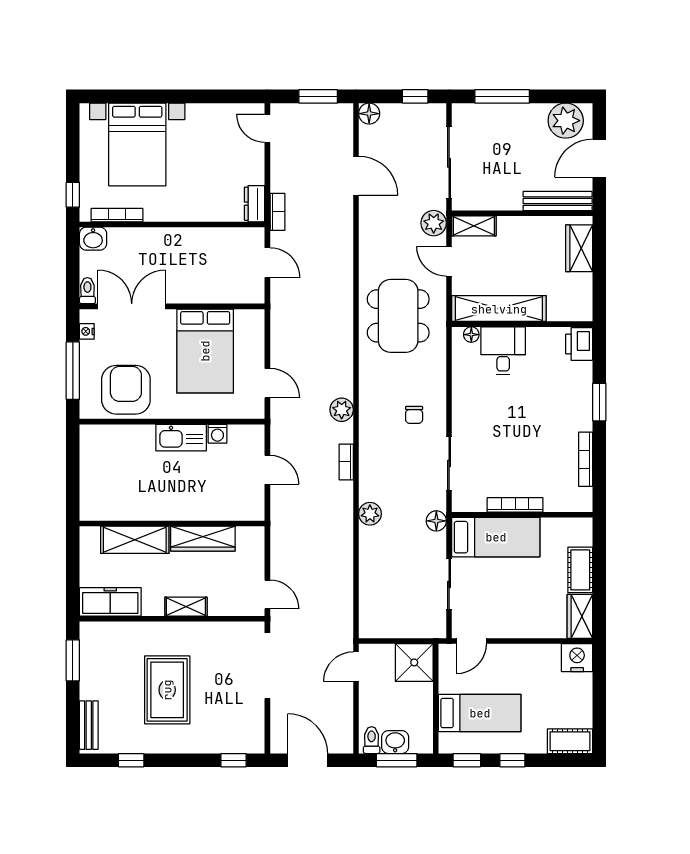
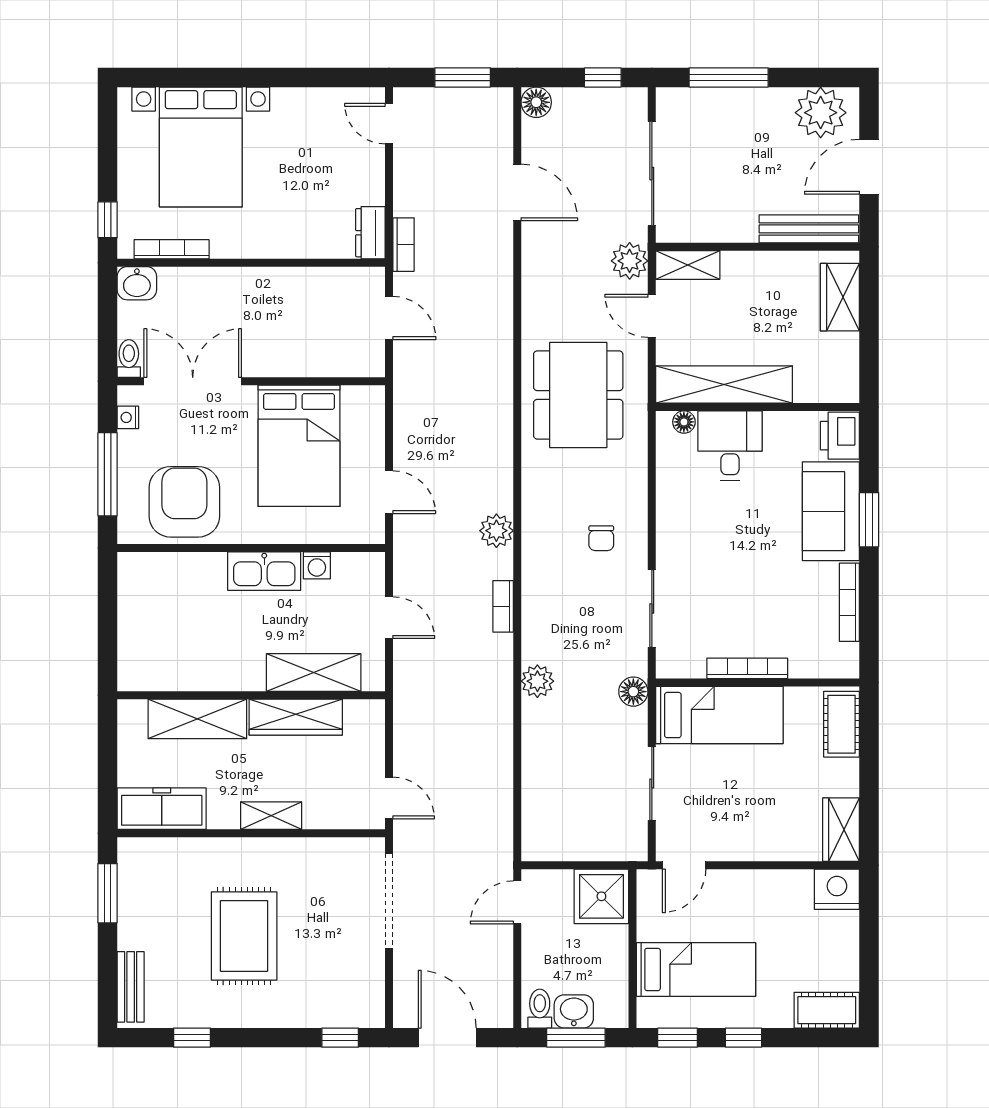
sofa: (573, 396) -> (831, 511), added
shelving: (215, 508) -> (314, 673), added
cot: (580, 570) -> (842, 724), moved

